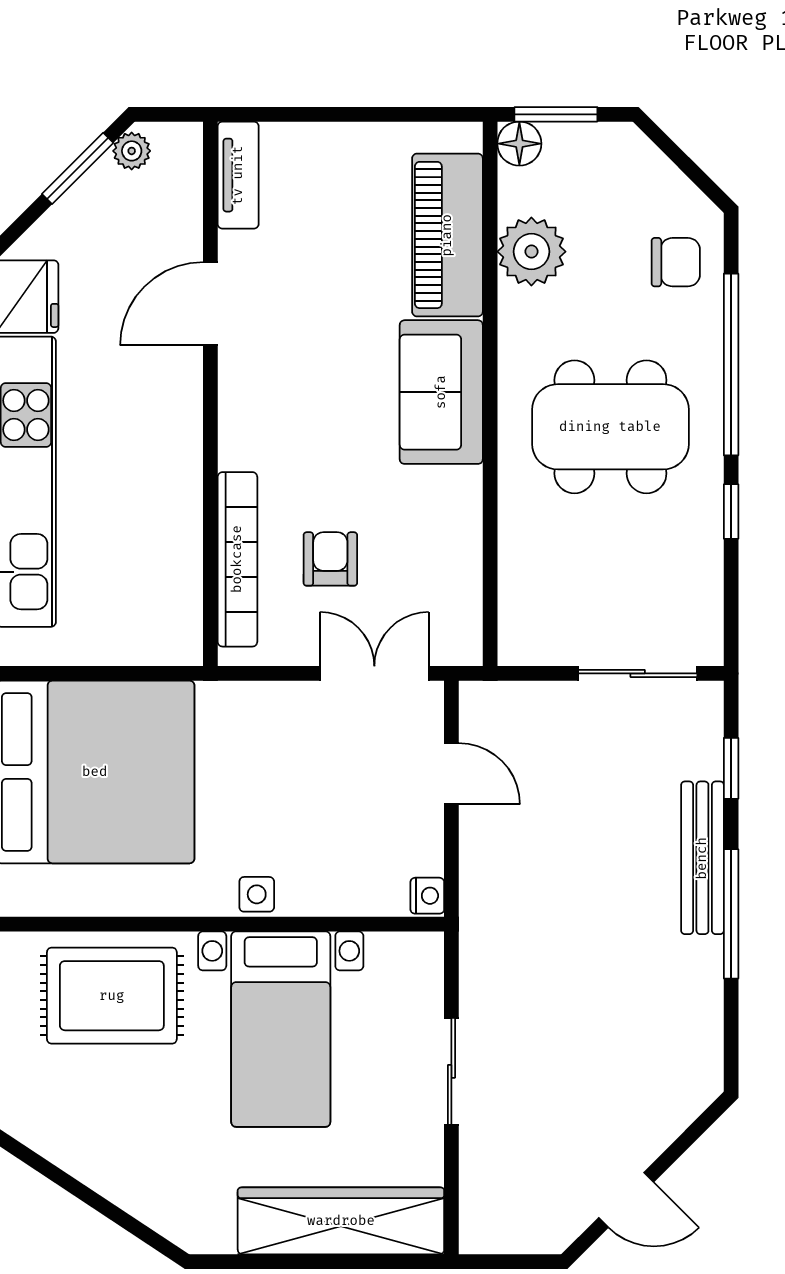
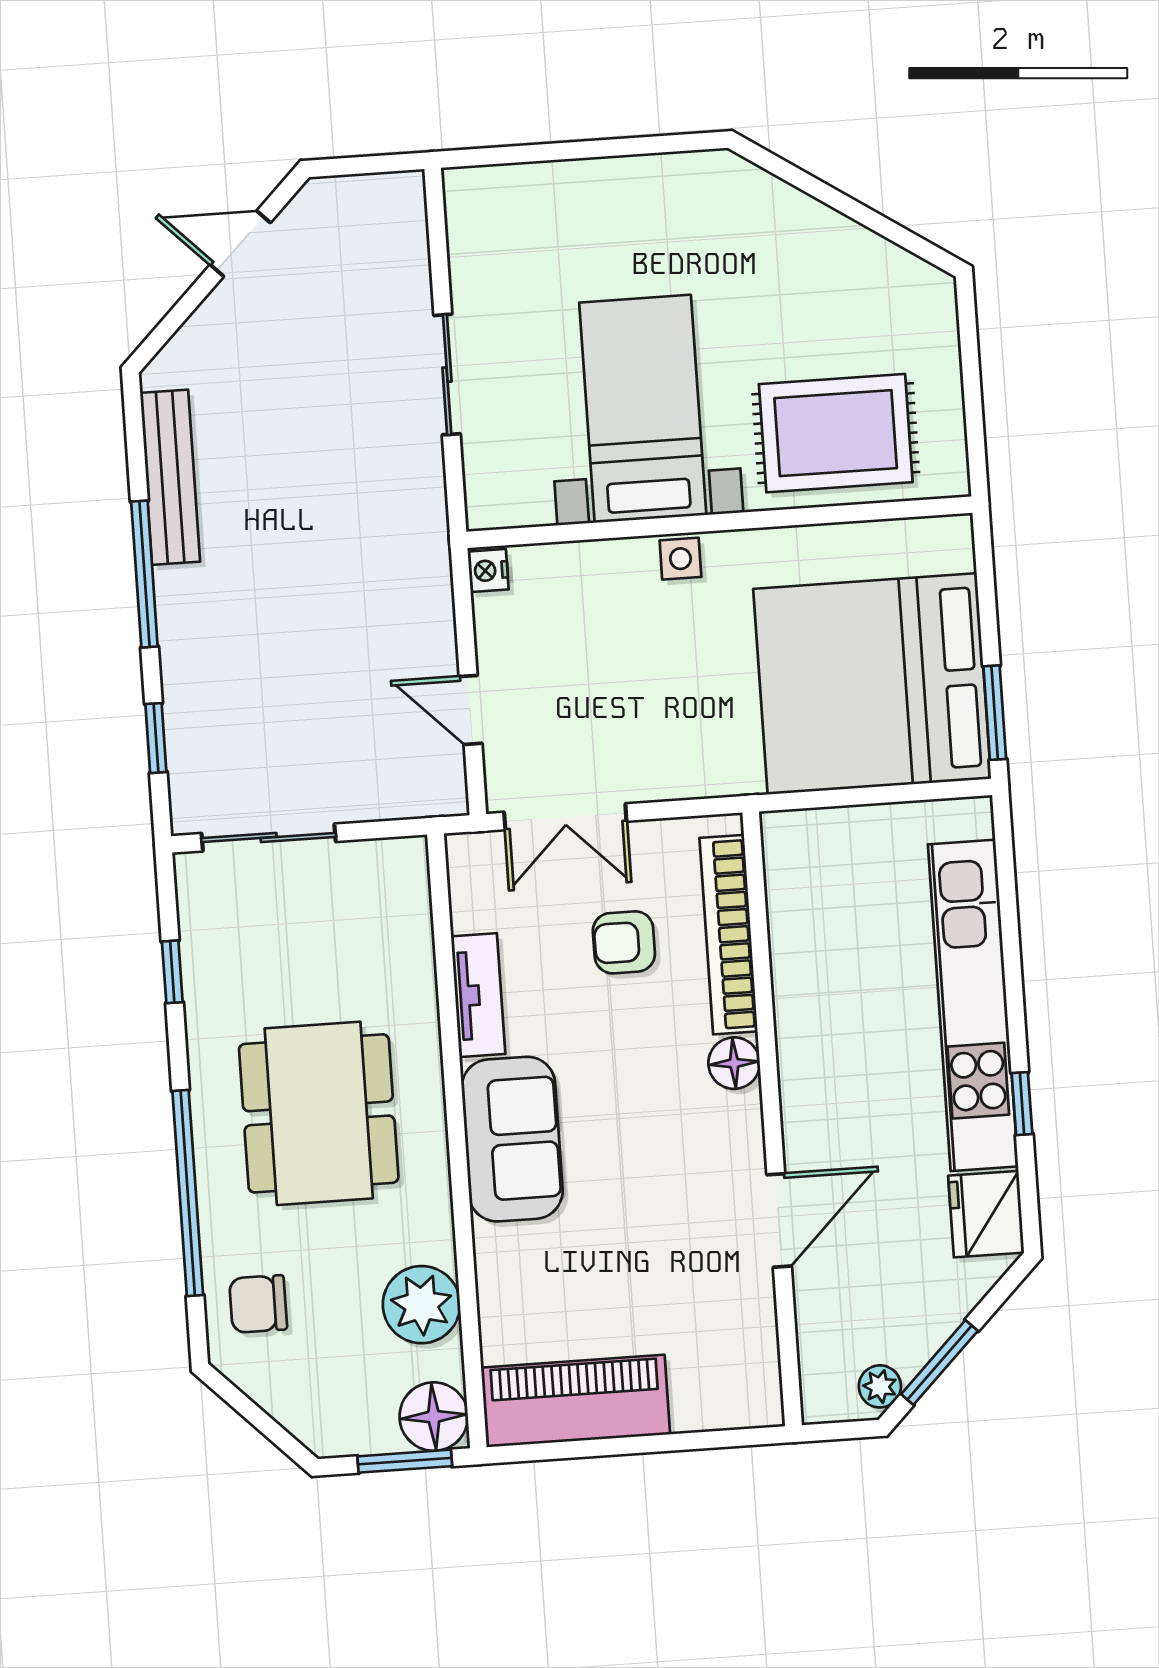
floor lamp: (519, 144) -> (434, 1417), width x1.38, depth x1.38
tv unit: (238, 175) -> (478, 995), moved, turned 180
piano: (447, 235) -> (576, 1401), moved, turned -90
dining table: (610, 427) -> (319, 1113), turned 90
floor lamp: (240, 445) -> (734, 1063), added
window: (731, 511) -> (172, 972), moved
armchair: (330, 559) -> (624, 942), turned 90
bench: (702, 858) -> (170, 477), moved
wardrobe: (341, 1221) -> (560, 197), removed

